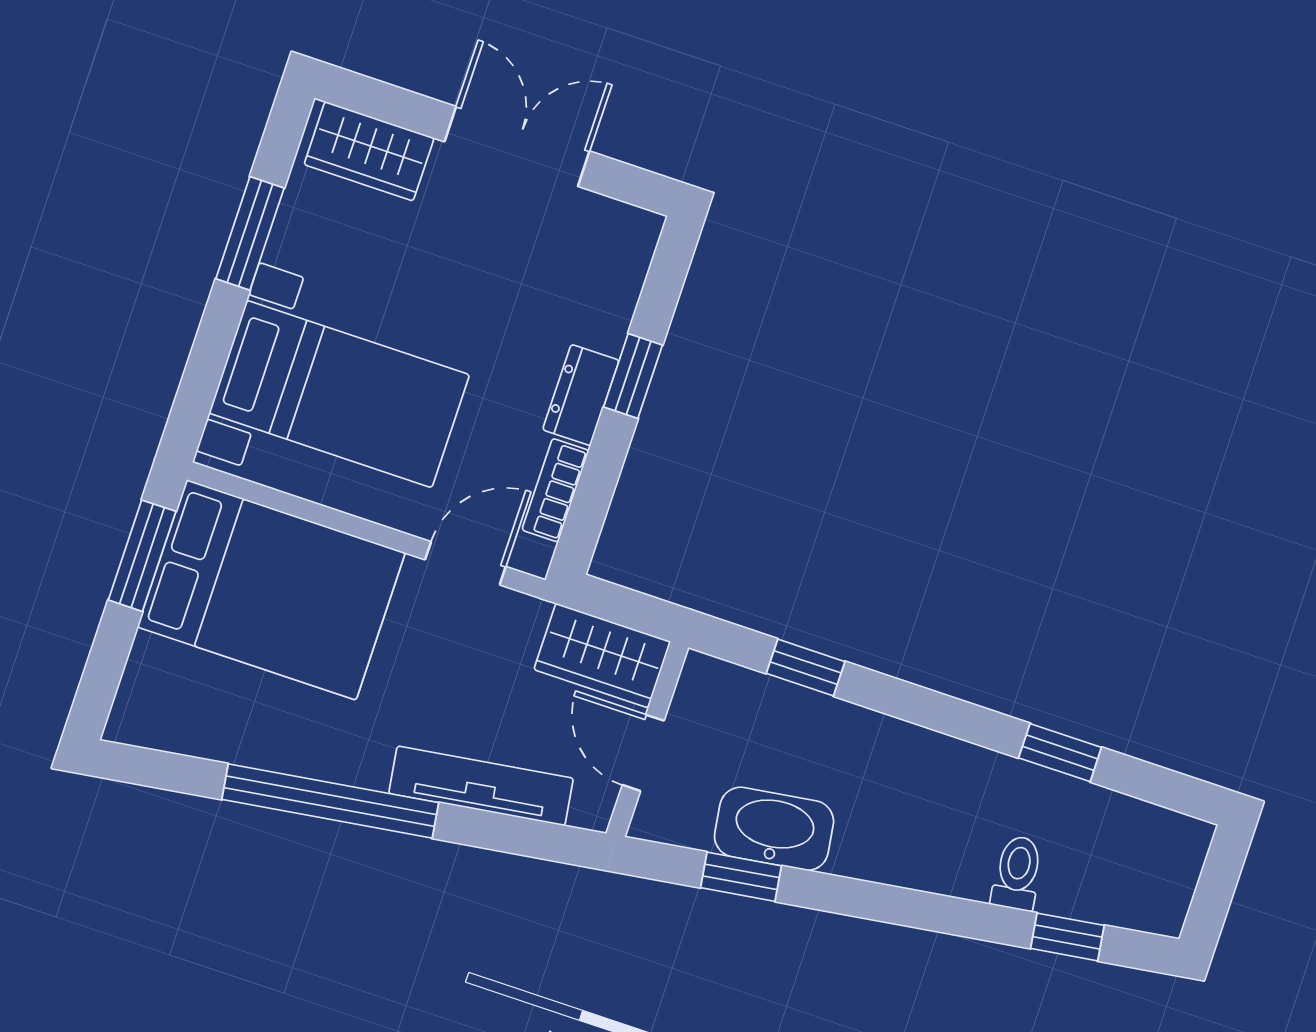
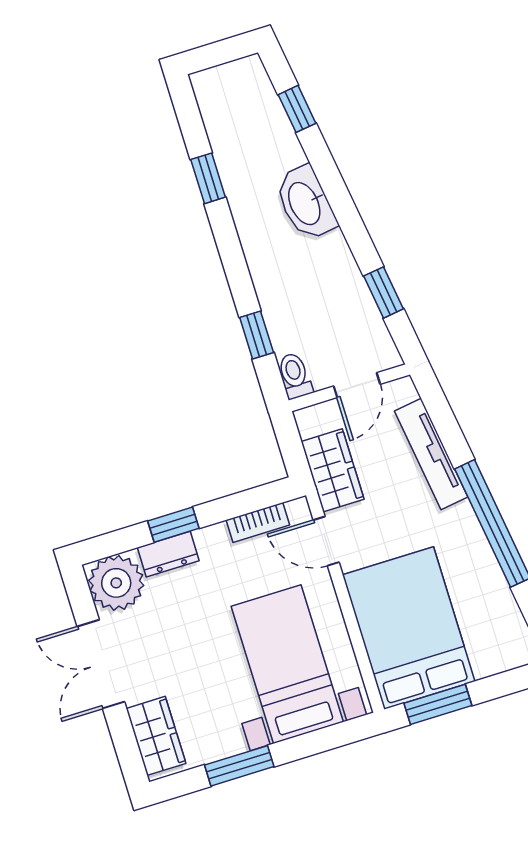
plant: (610, 244) -> (116, 583), added
dresser: (581, 395) -> (168, 554), moved
wardrobe: (602, 656) -> (333, 470), moved
washbasin: (774, 829) -> (305, 203), moved
toilet: (1017, 873) -> (295, 376), moved, turned 98

